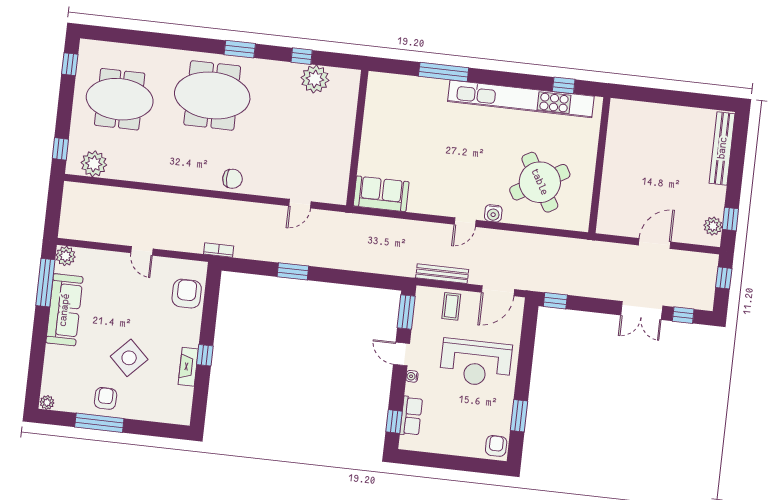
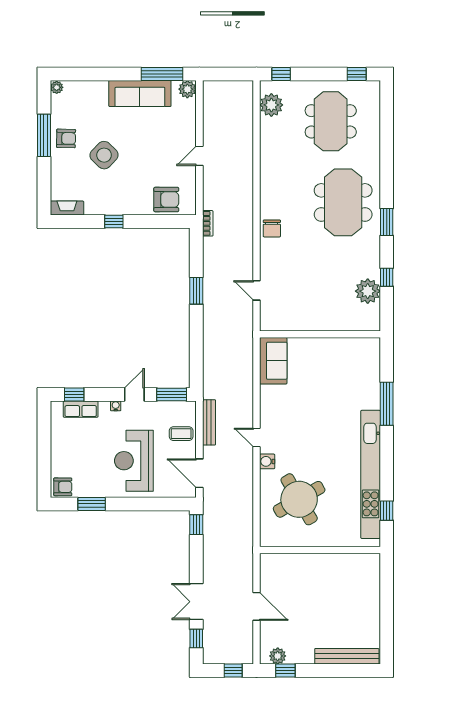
fireplace: (188, 367) -> (67, 208), moved

